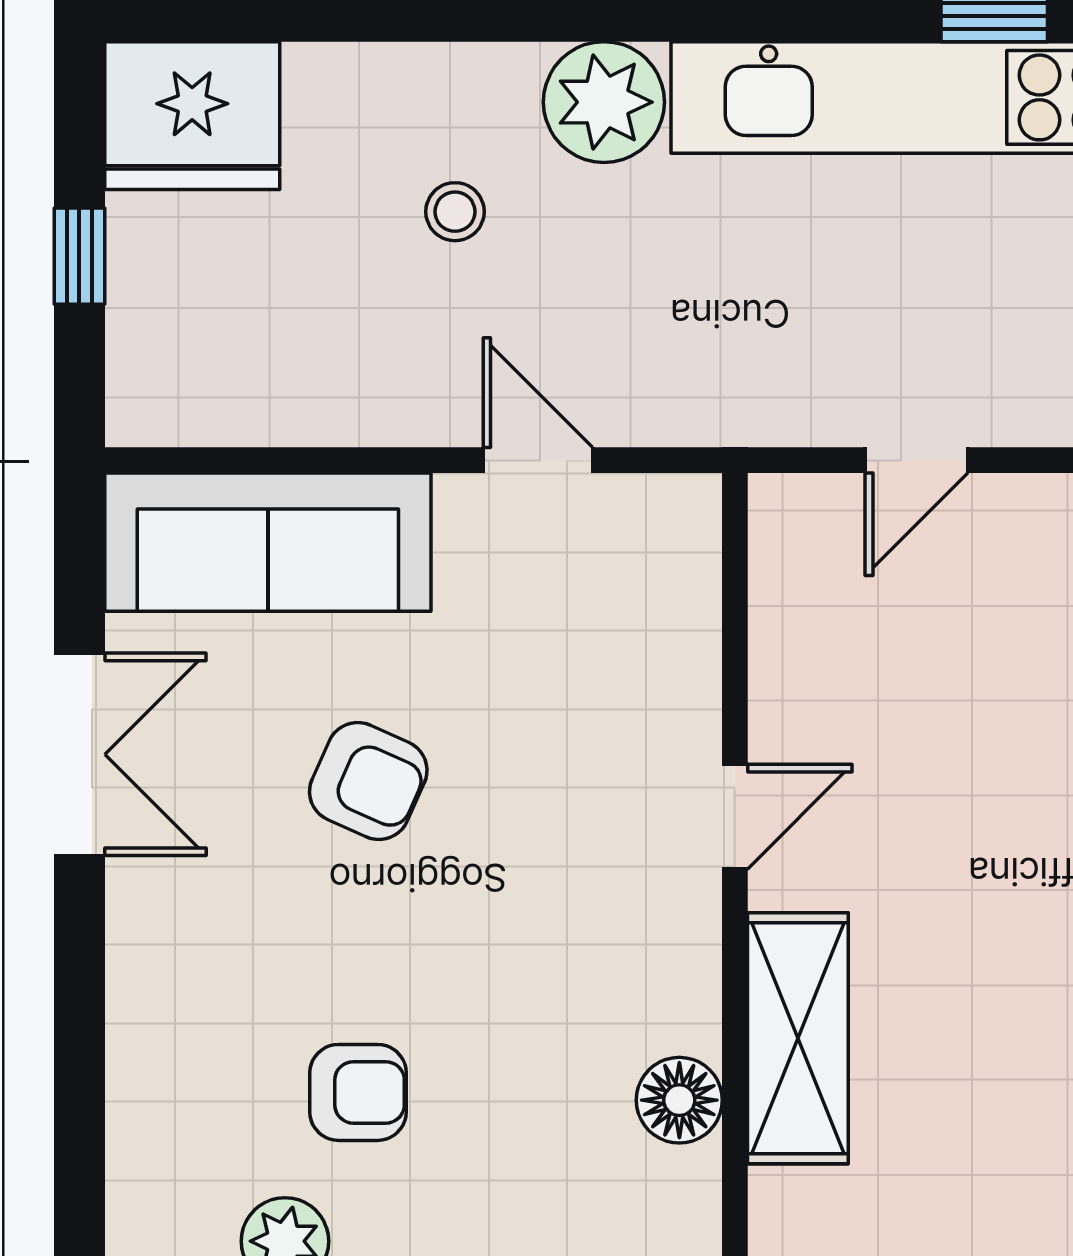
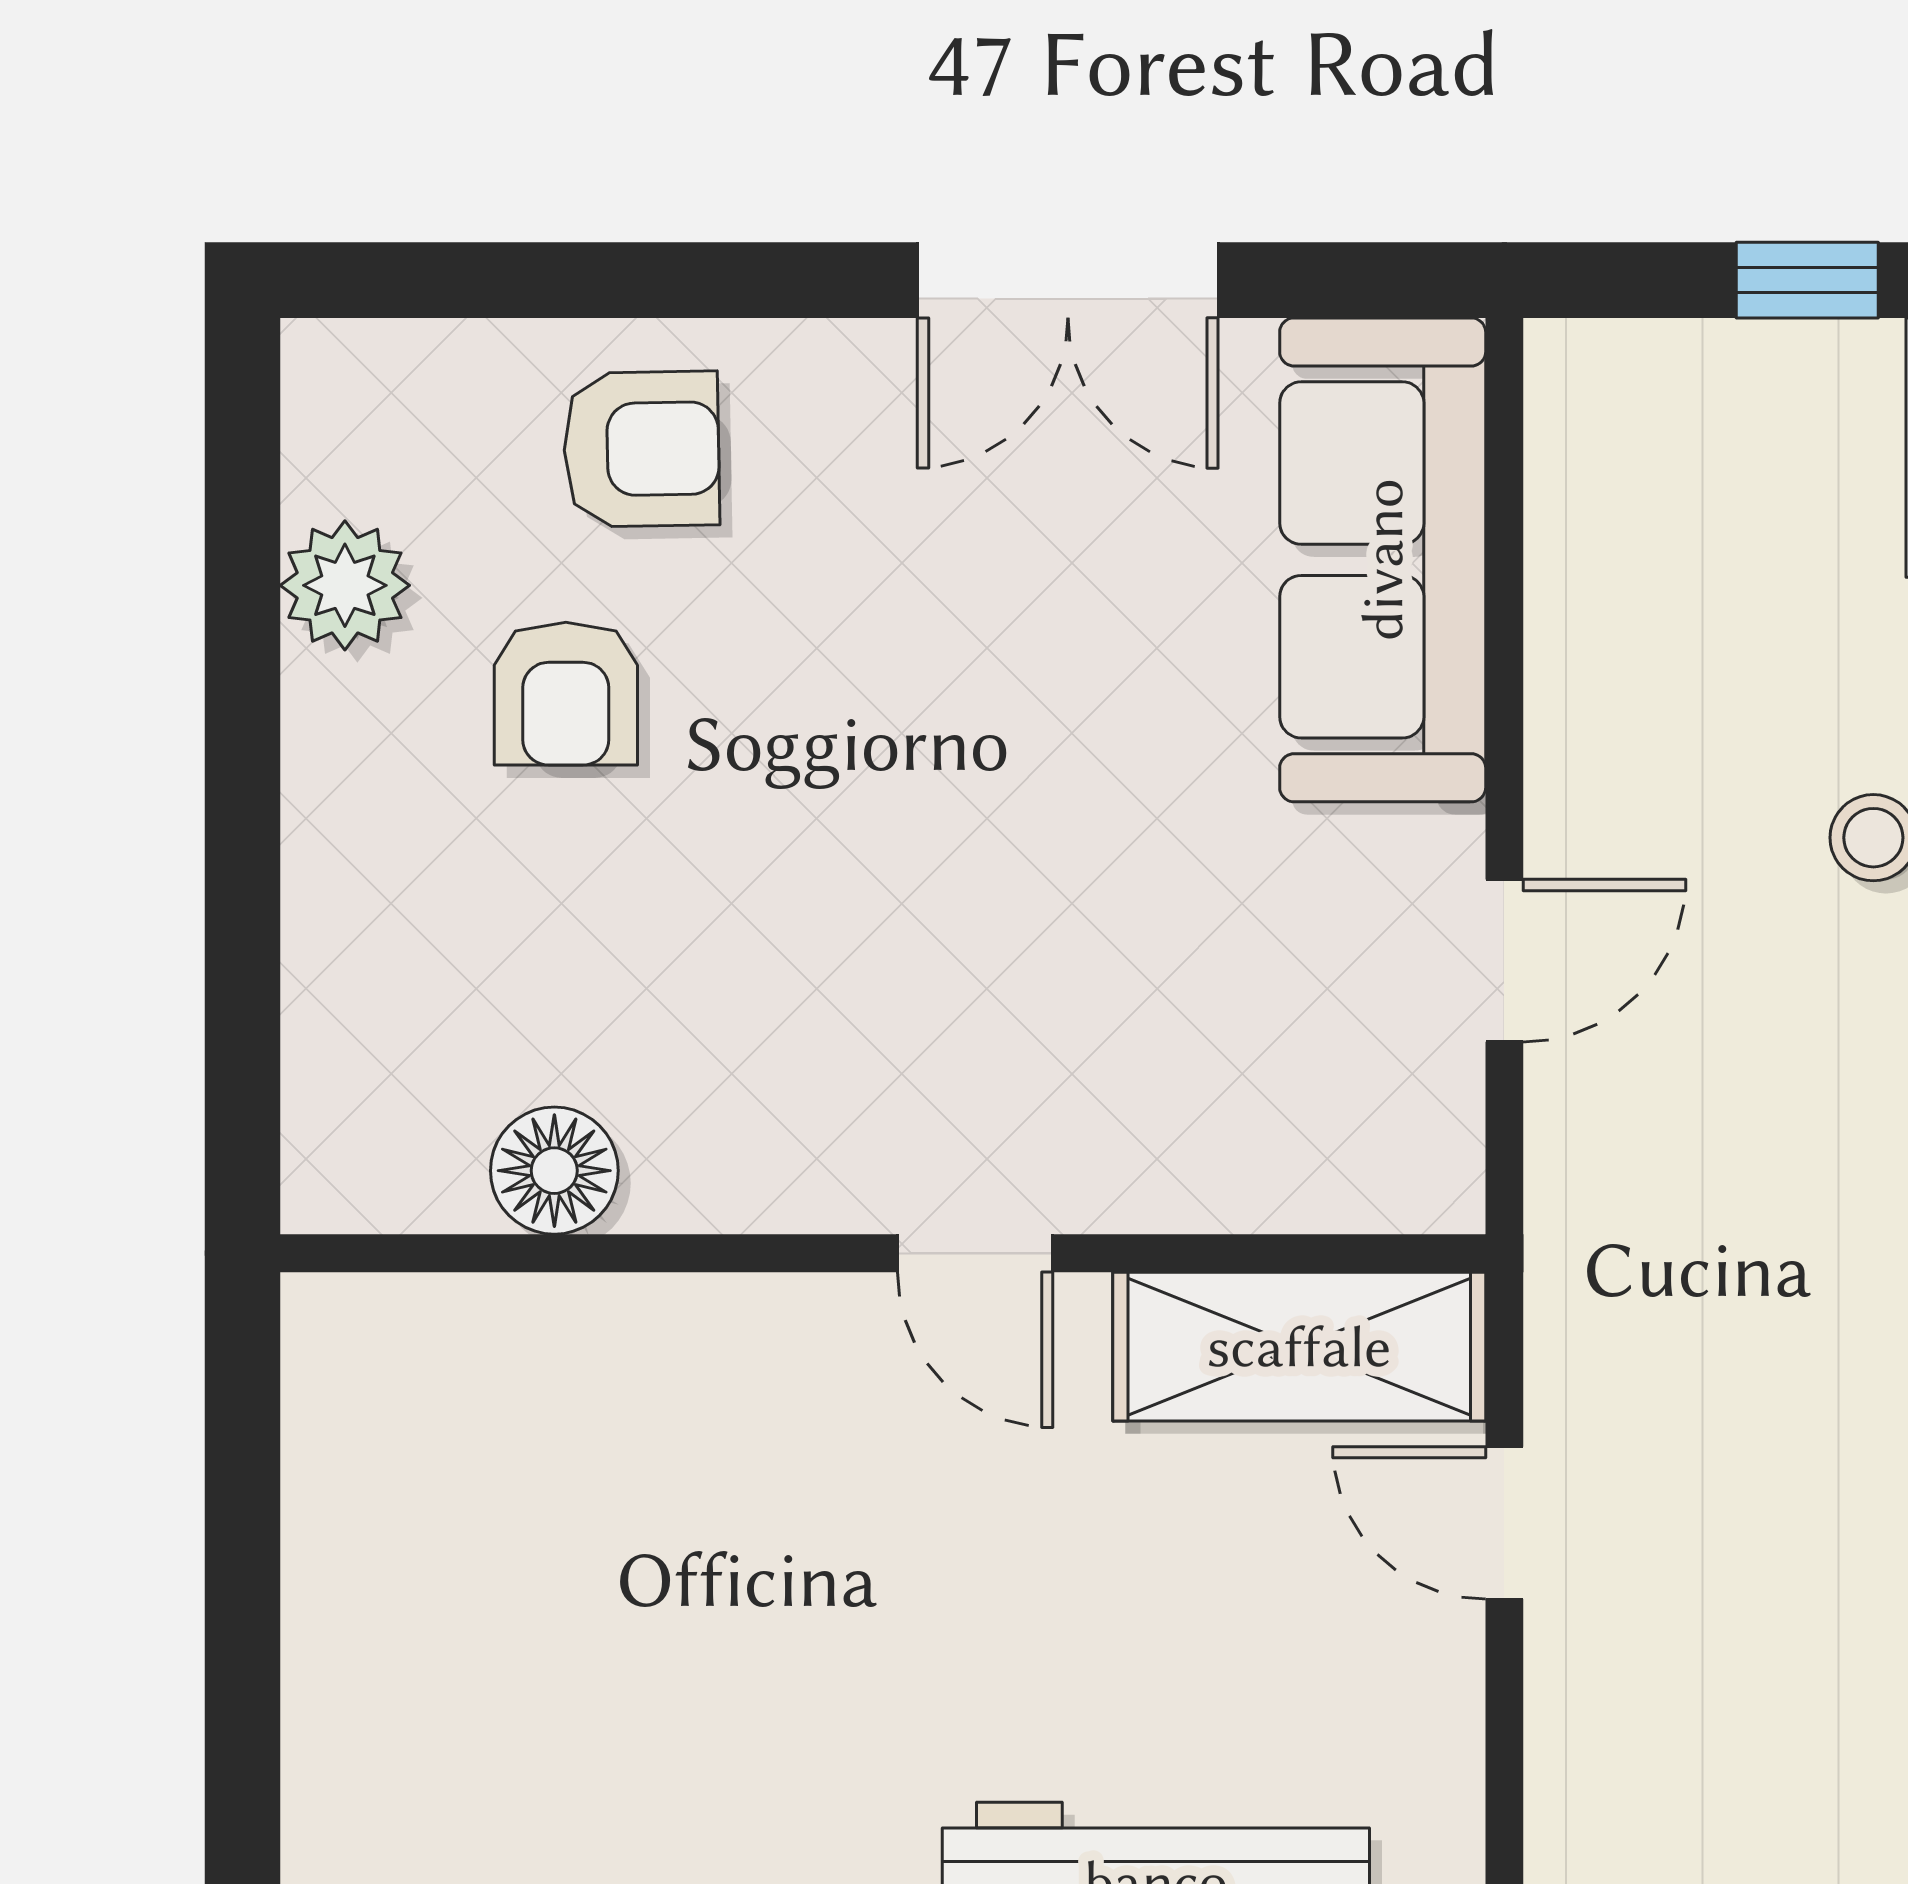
armchair: (368, 781) -> (641, 449), moved, turned -115
shelving: (798, 1038) -> (1299, 1347), moved

